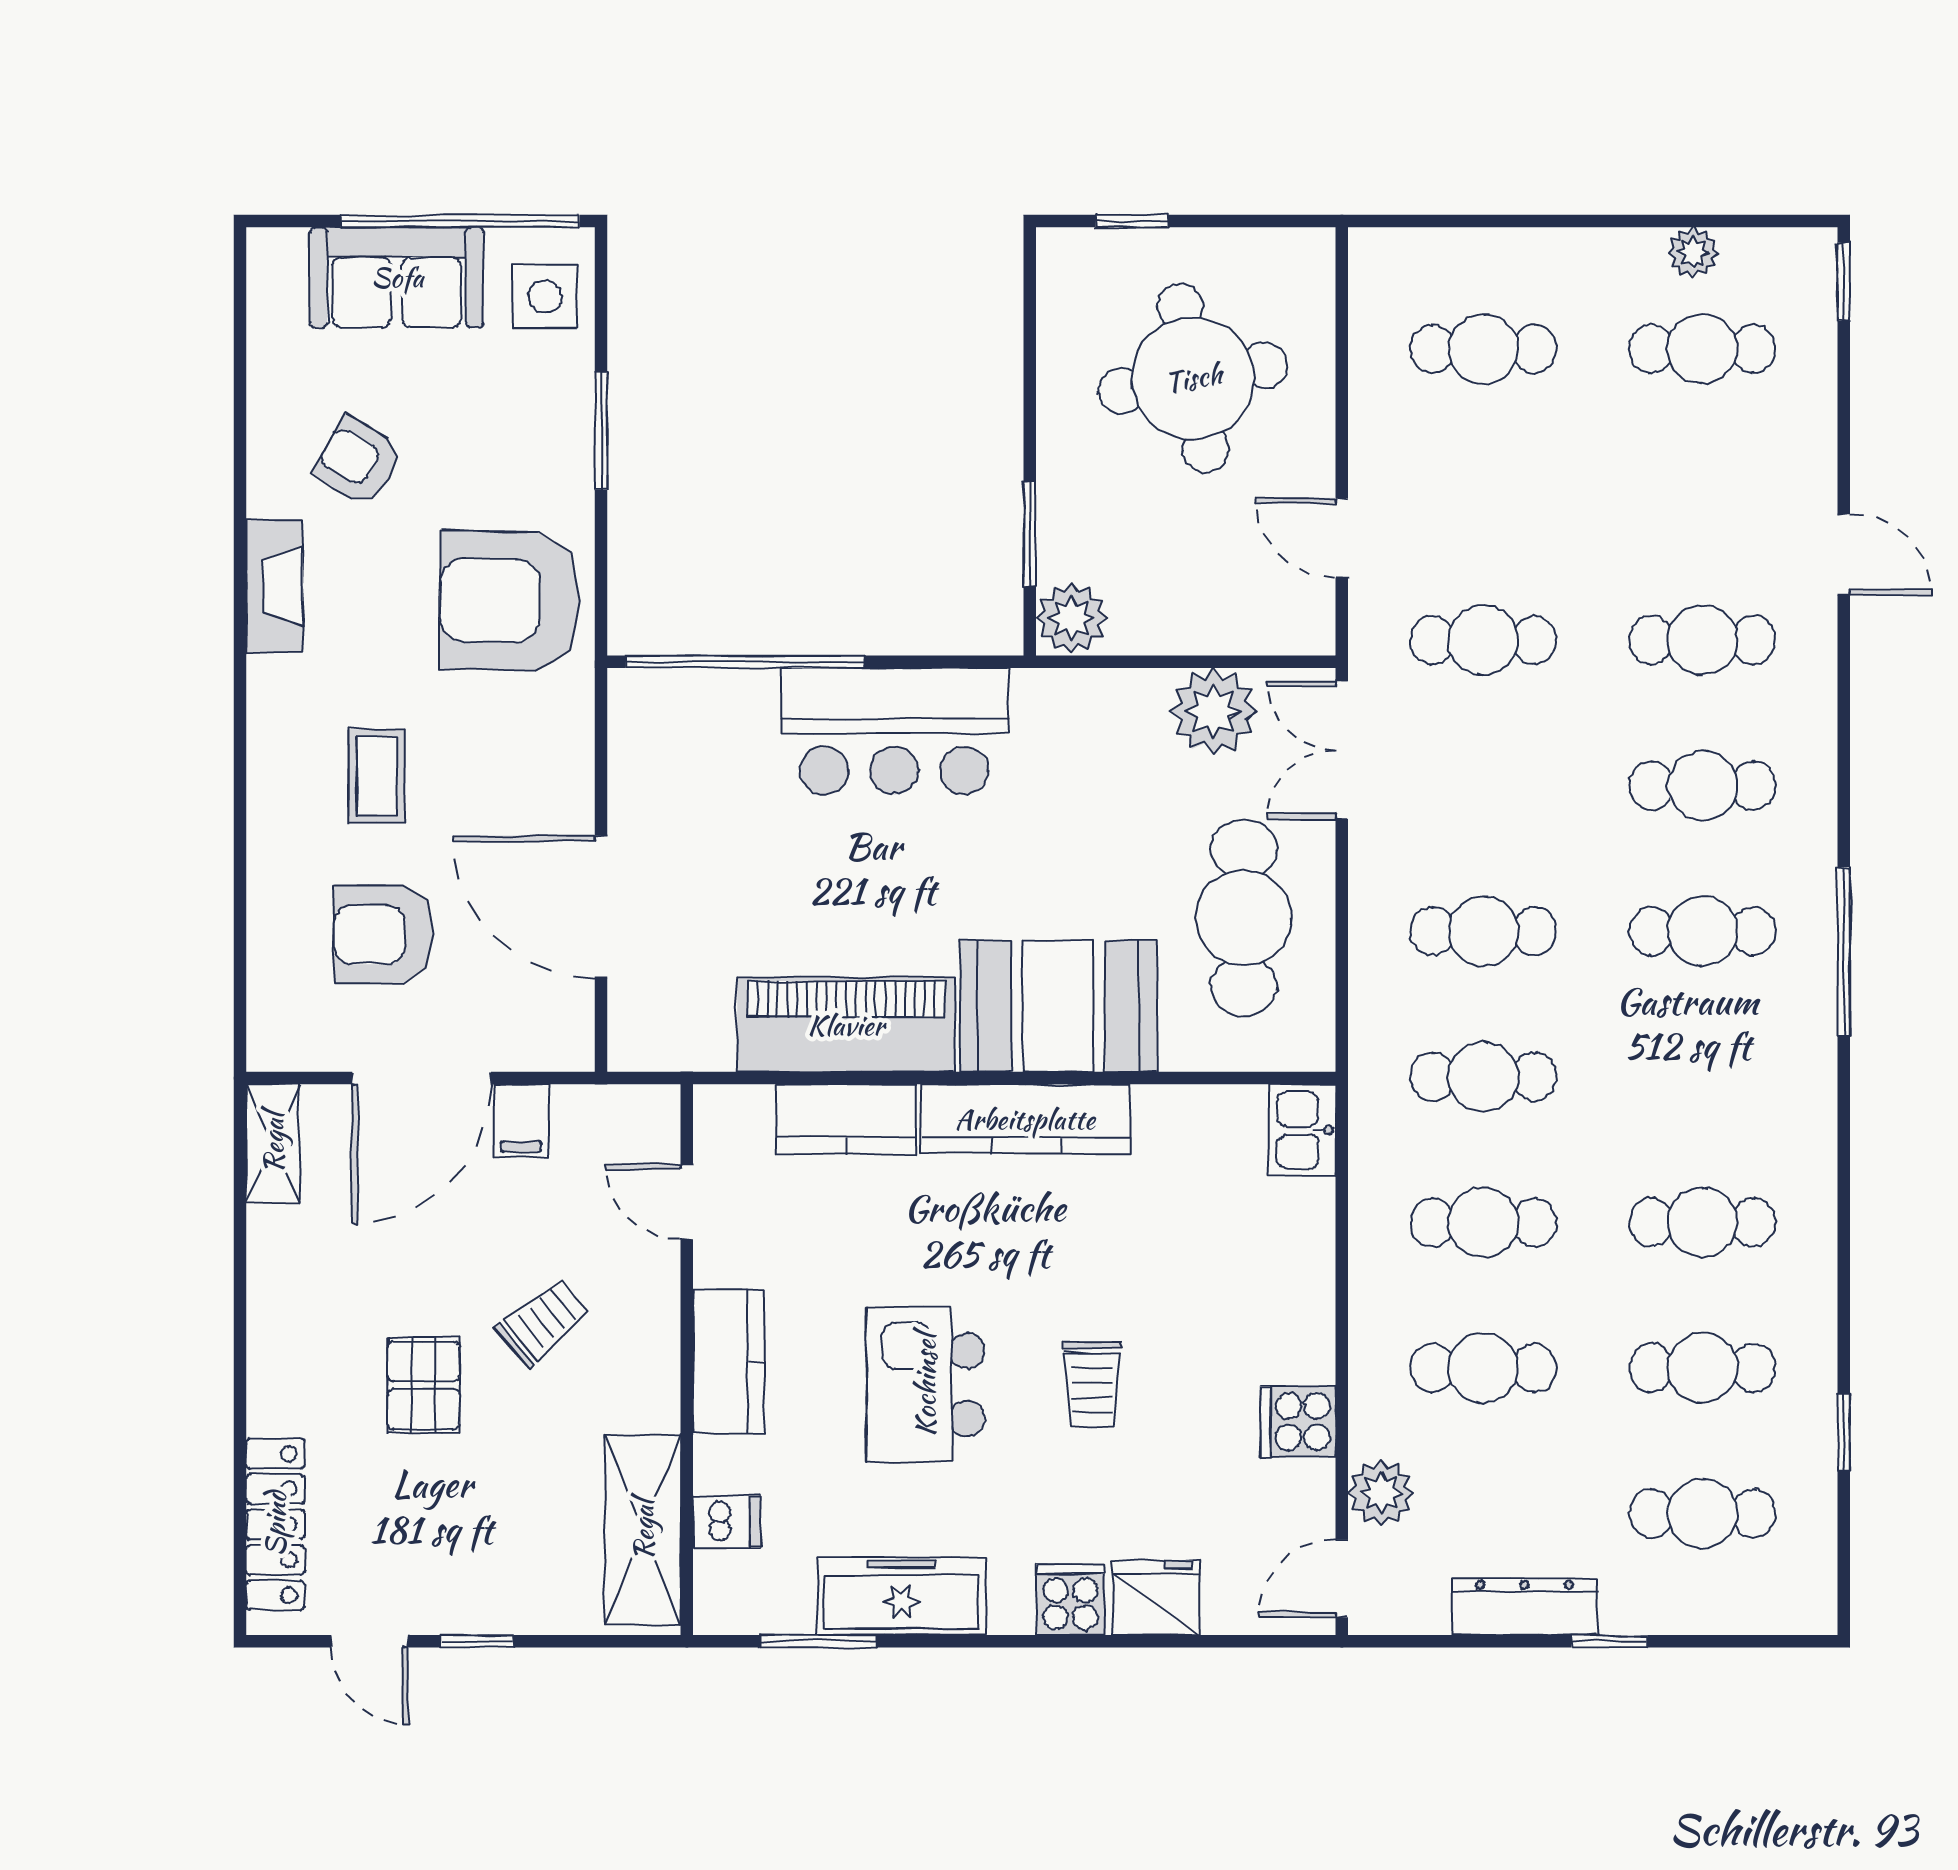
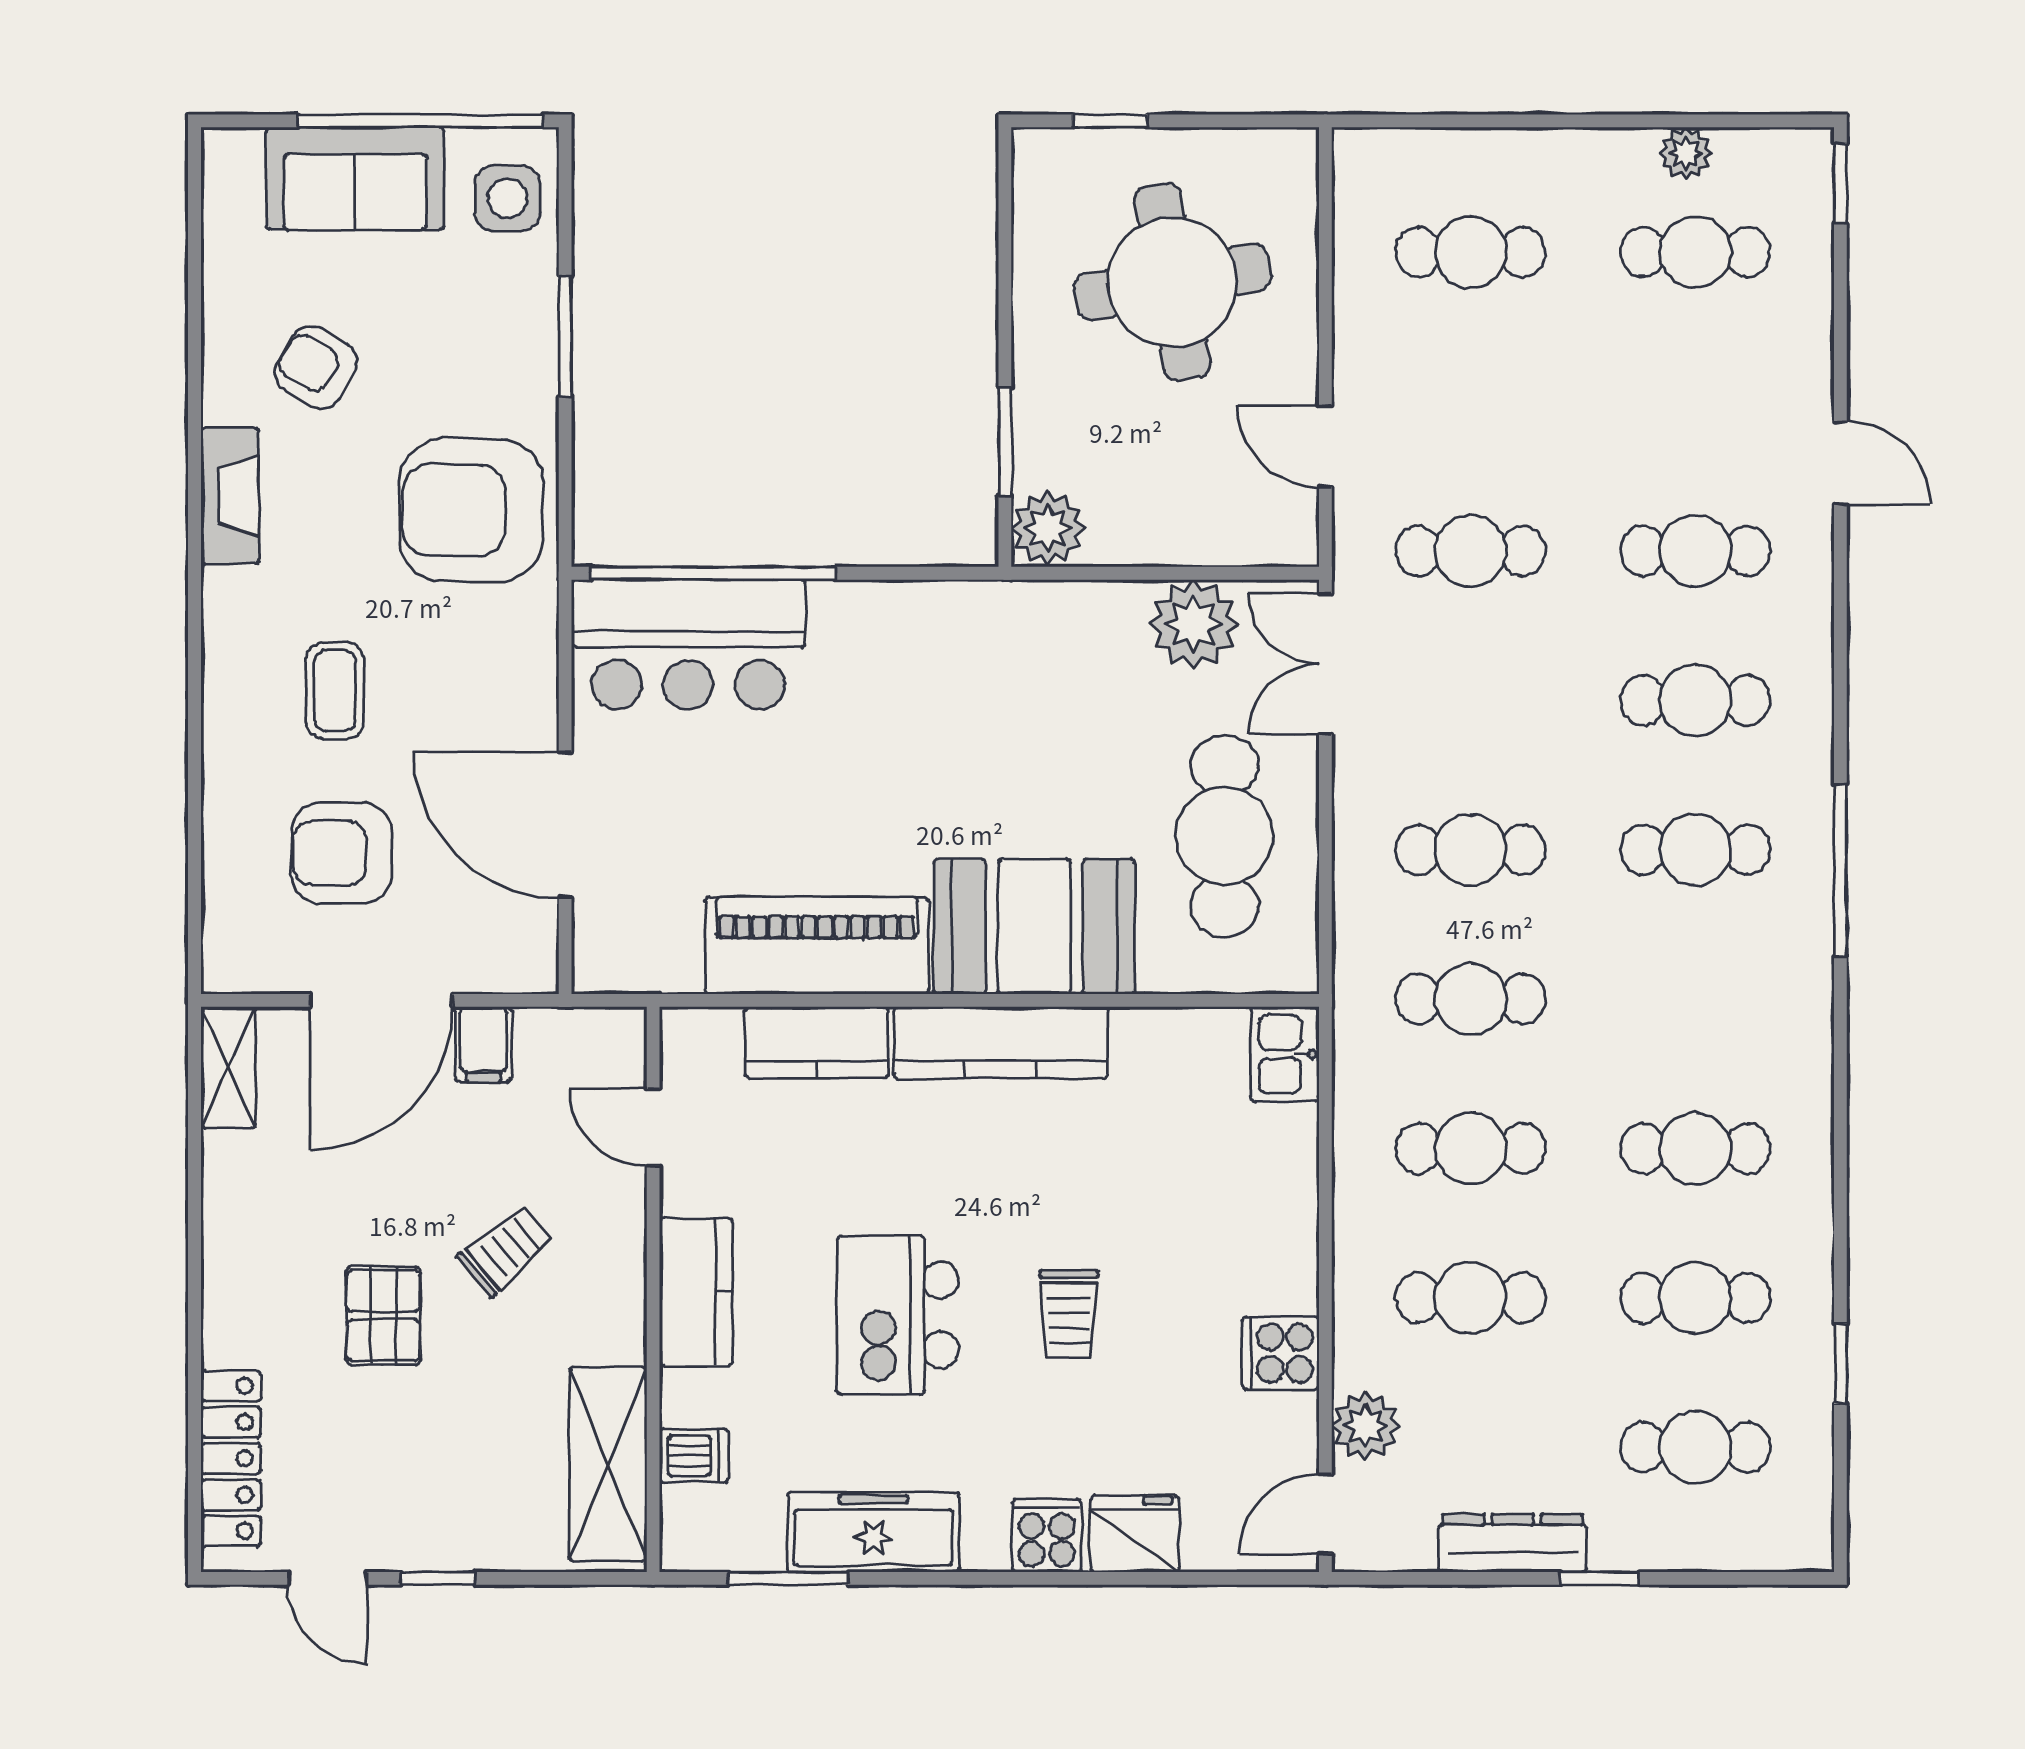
bar counter: (894, 731) -> (688, 644), moved

